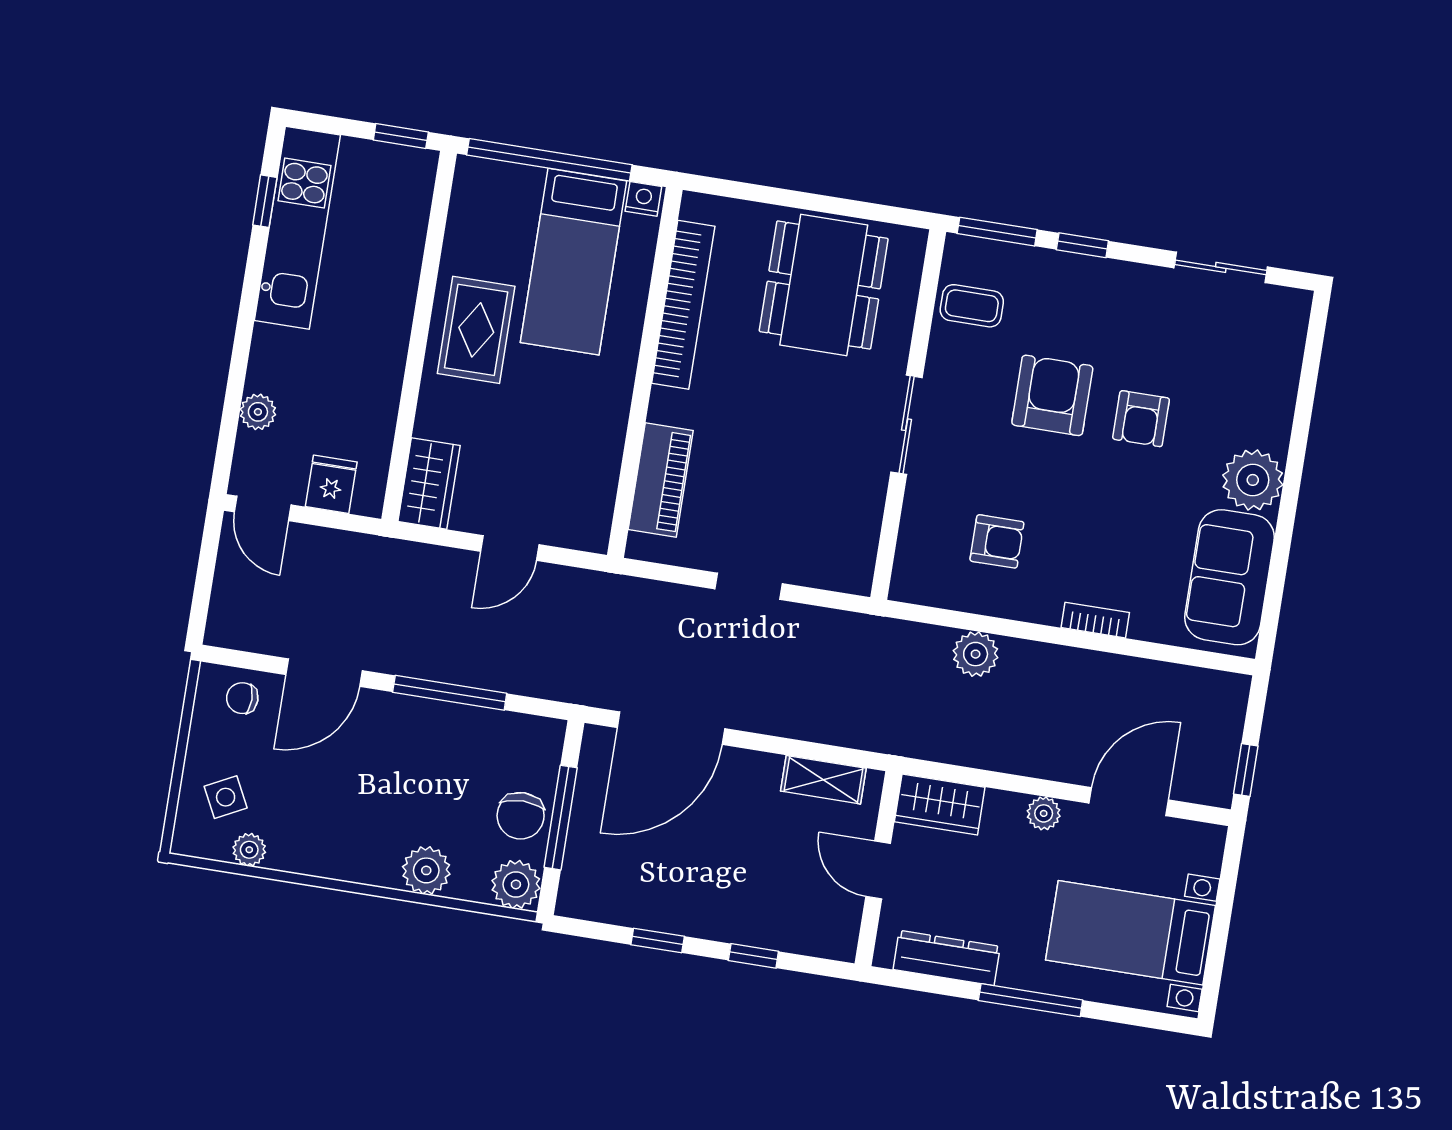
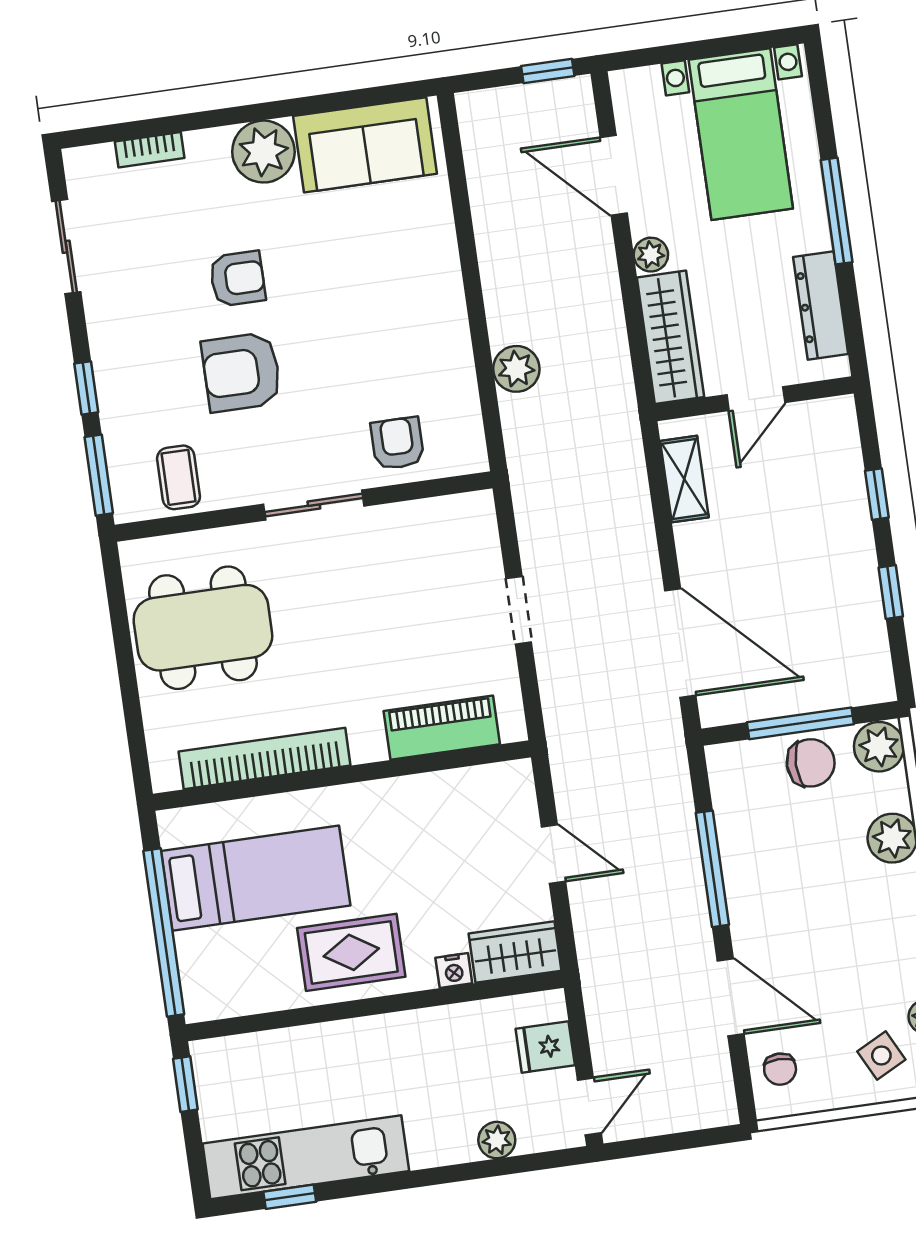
nightstand: (643, 199) -> (454, 970), moved, turned -90
armchair: (997, 541) -> (397, 443), moved
bookcase: (1095, 620) -> (150, 150), moved, turned -90
wardrobe: (940, 804) -> (670, 337), width x1.50

